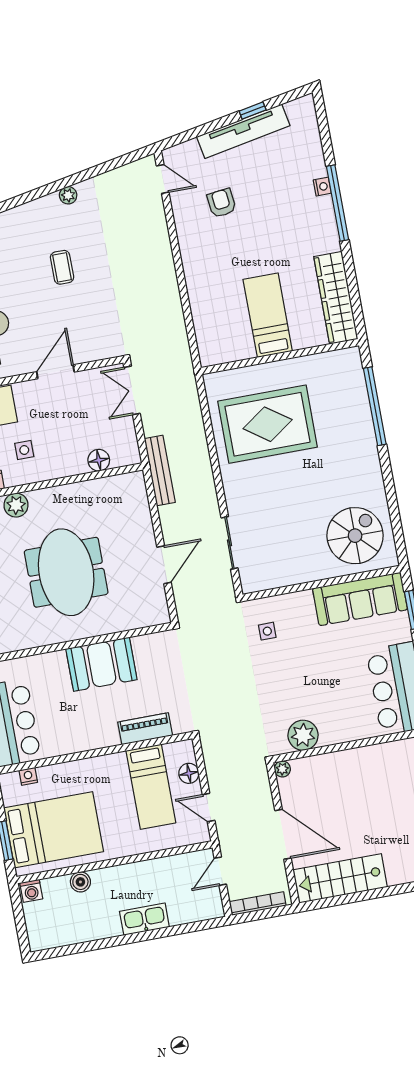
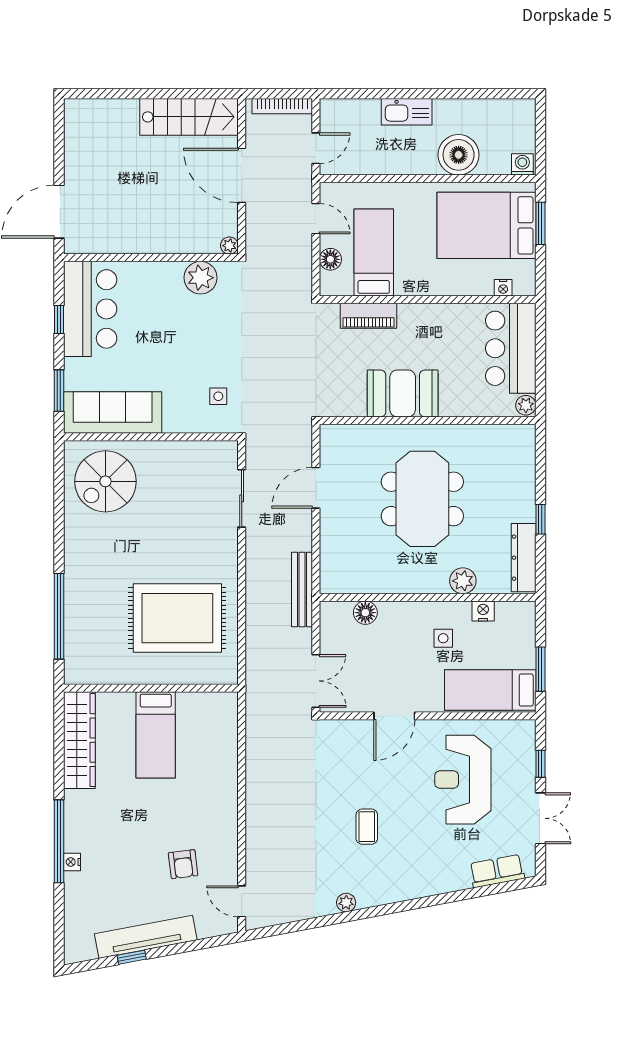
boiler: (80, 882) -> (459, 155), width x1.86, depth x1.86

